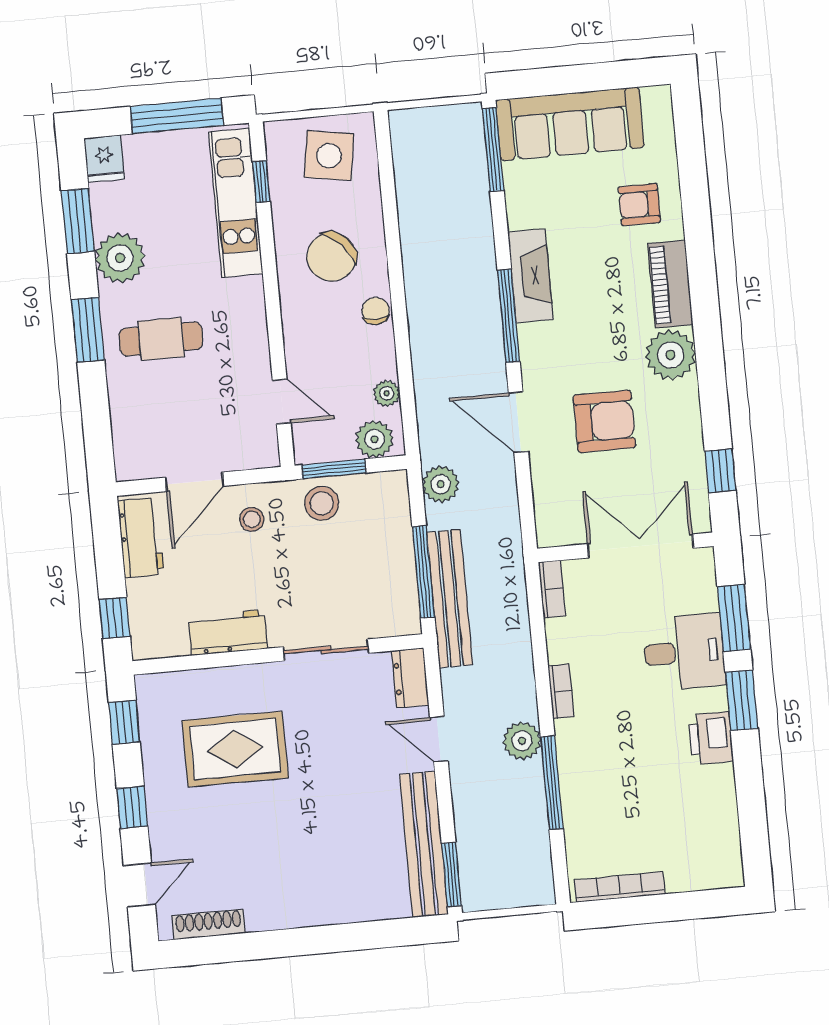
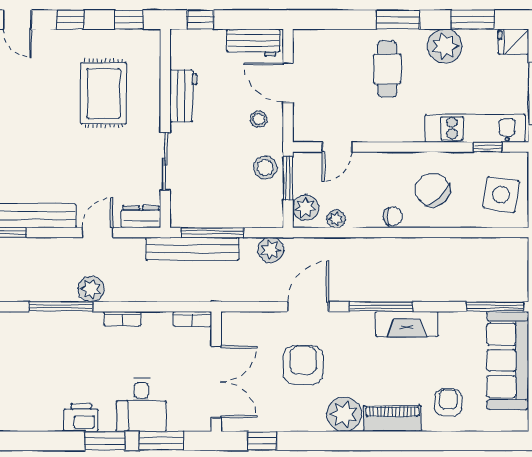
armchair: (604, 421) -> (303, 365), turned 180

